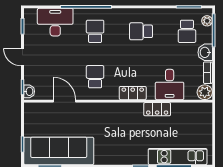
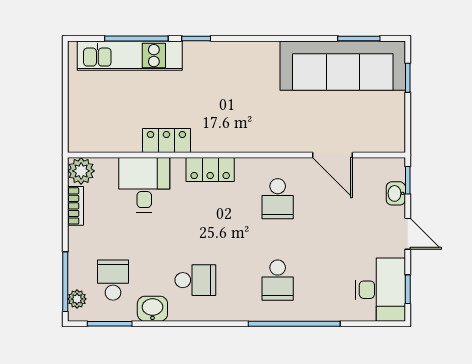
desk: (55, 22) -> (380, 290), moved, turned -90
washbasin: (205, 52) -> (152, 309), moved, turned -90
washbasin: (29, 91) -> (396, 193), moved

